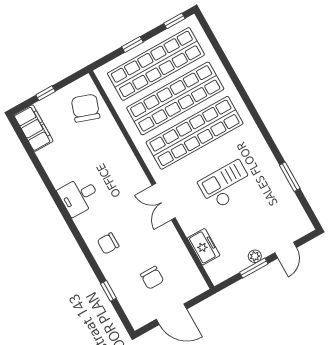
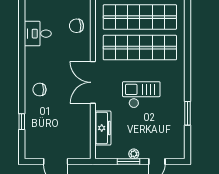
desk: (79, 196) -> (38, 34), moved
double door: (164, 202) -> (93, 82), width x1.37
freezer: (204, 247) -> (103, 128), width x1.40
chair: (152, 278) -> (76, 26), moved, turned 85

